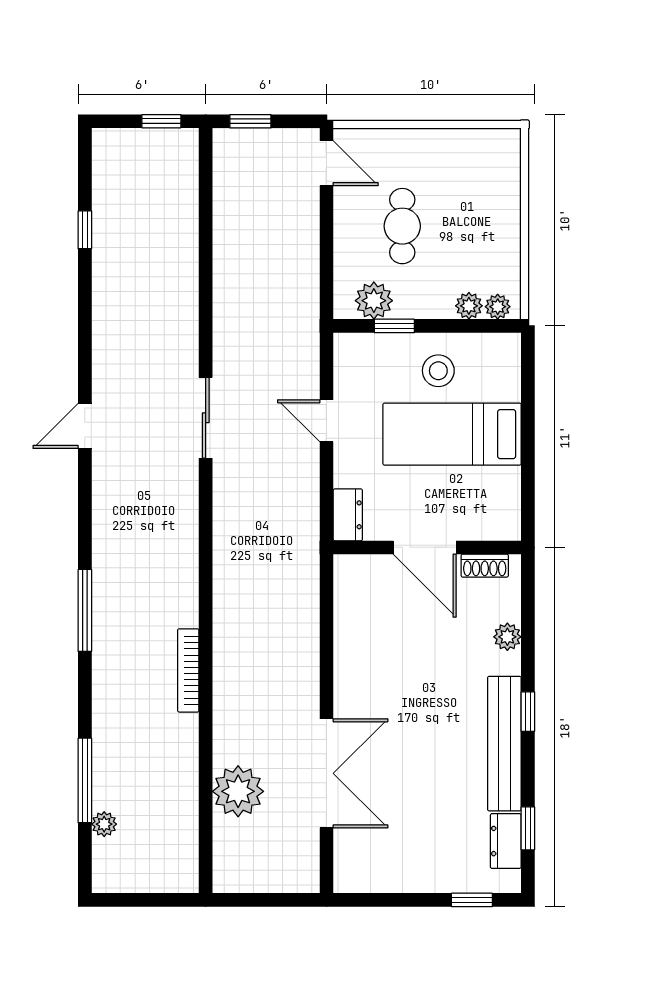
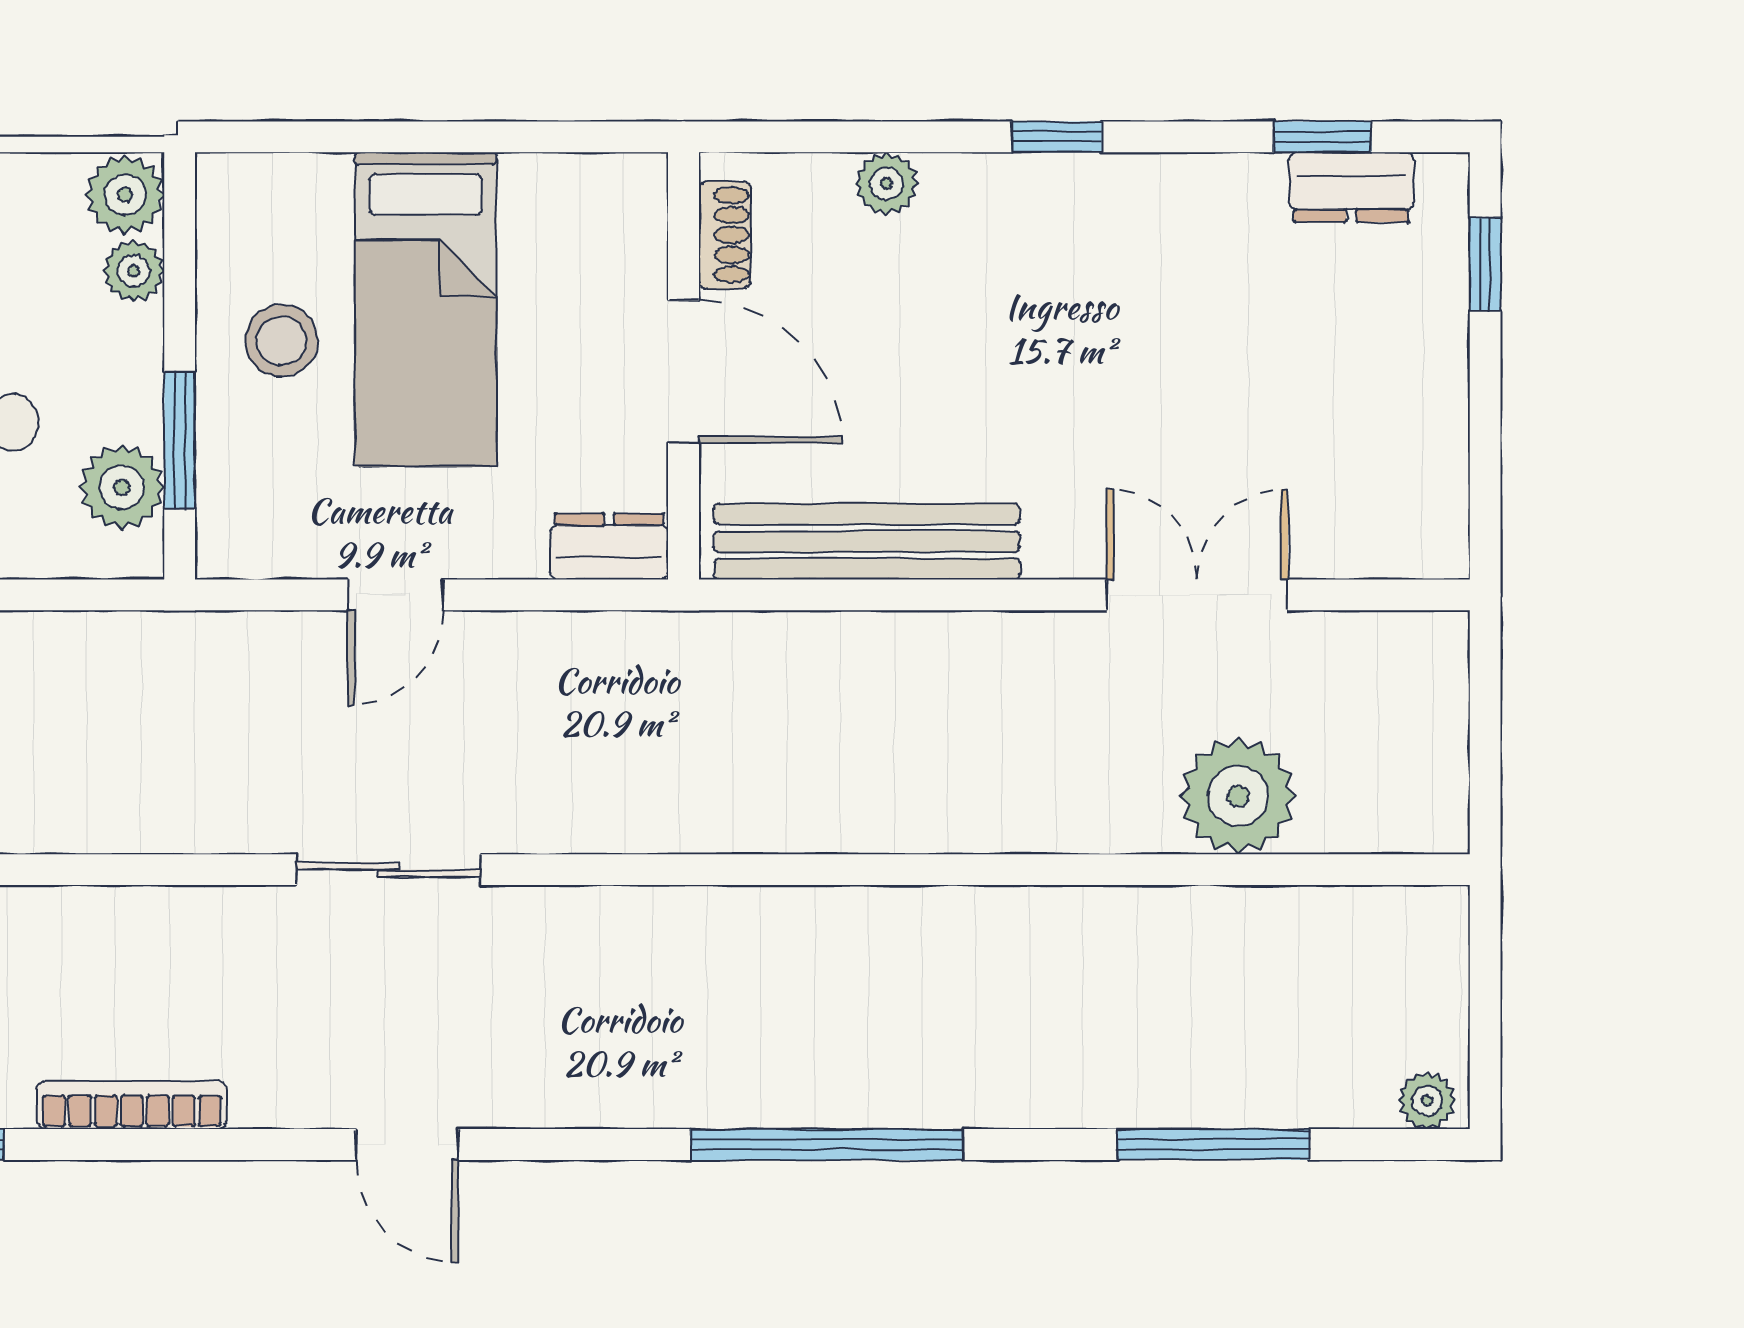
plant: (498, 307) -> (125, 195), width x1.38, depth x1.38
window: (394, 326) -> (180, 440), width x1.50
door: (425, 547) -> (683, 372), hinge flipped
window: (85, 610) -> (827, 1145), width x1.46
bookcase: (188, 670) -> (132, 1105), moved, turned 180
bench: (504, 744) -> (867, 542), moved
double door: (326, 773) -> (1197, 595), width x0.73
plant: (104, 824) -> (1427, 1101), moved

